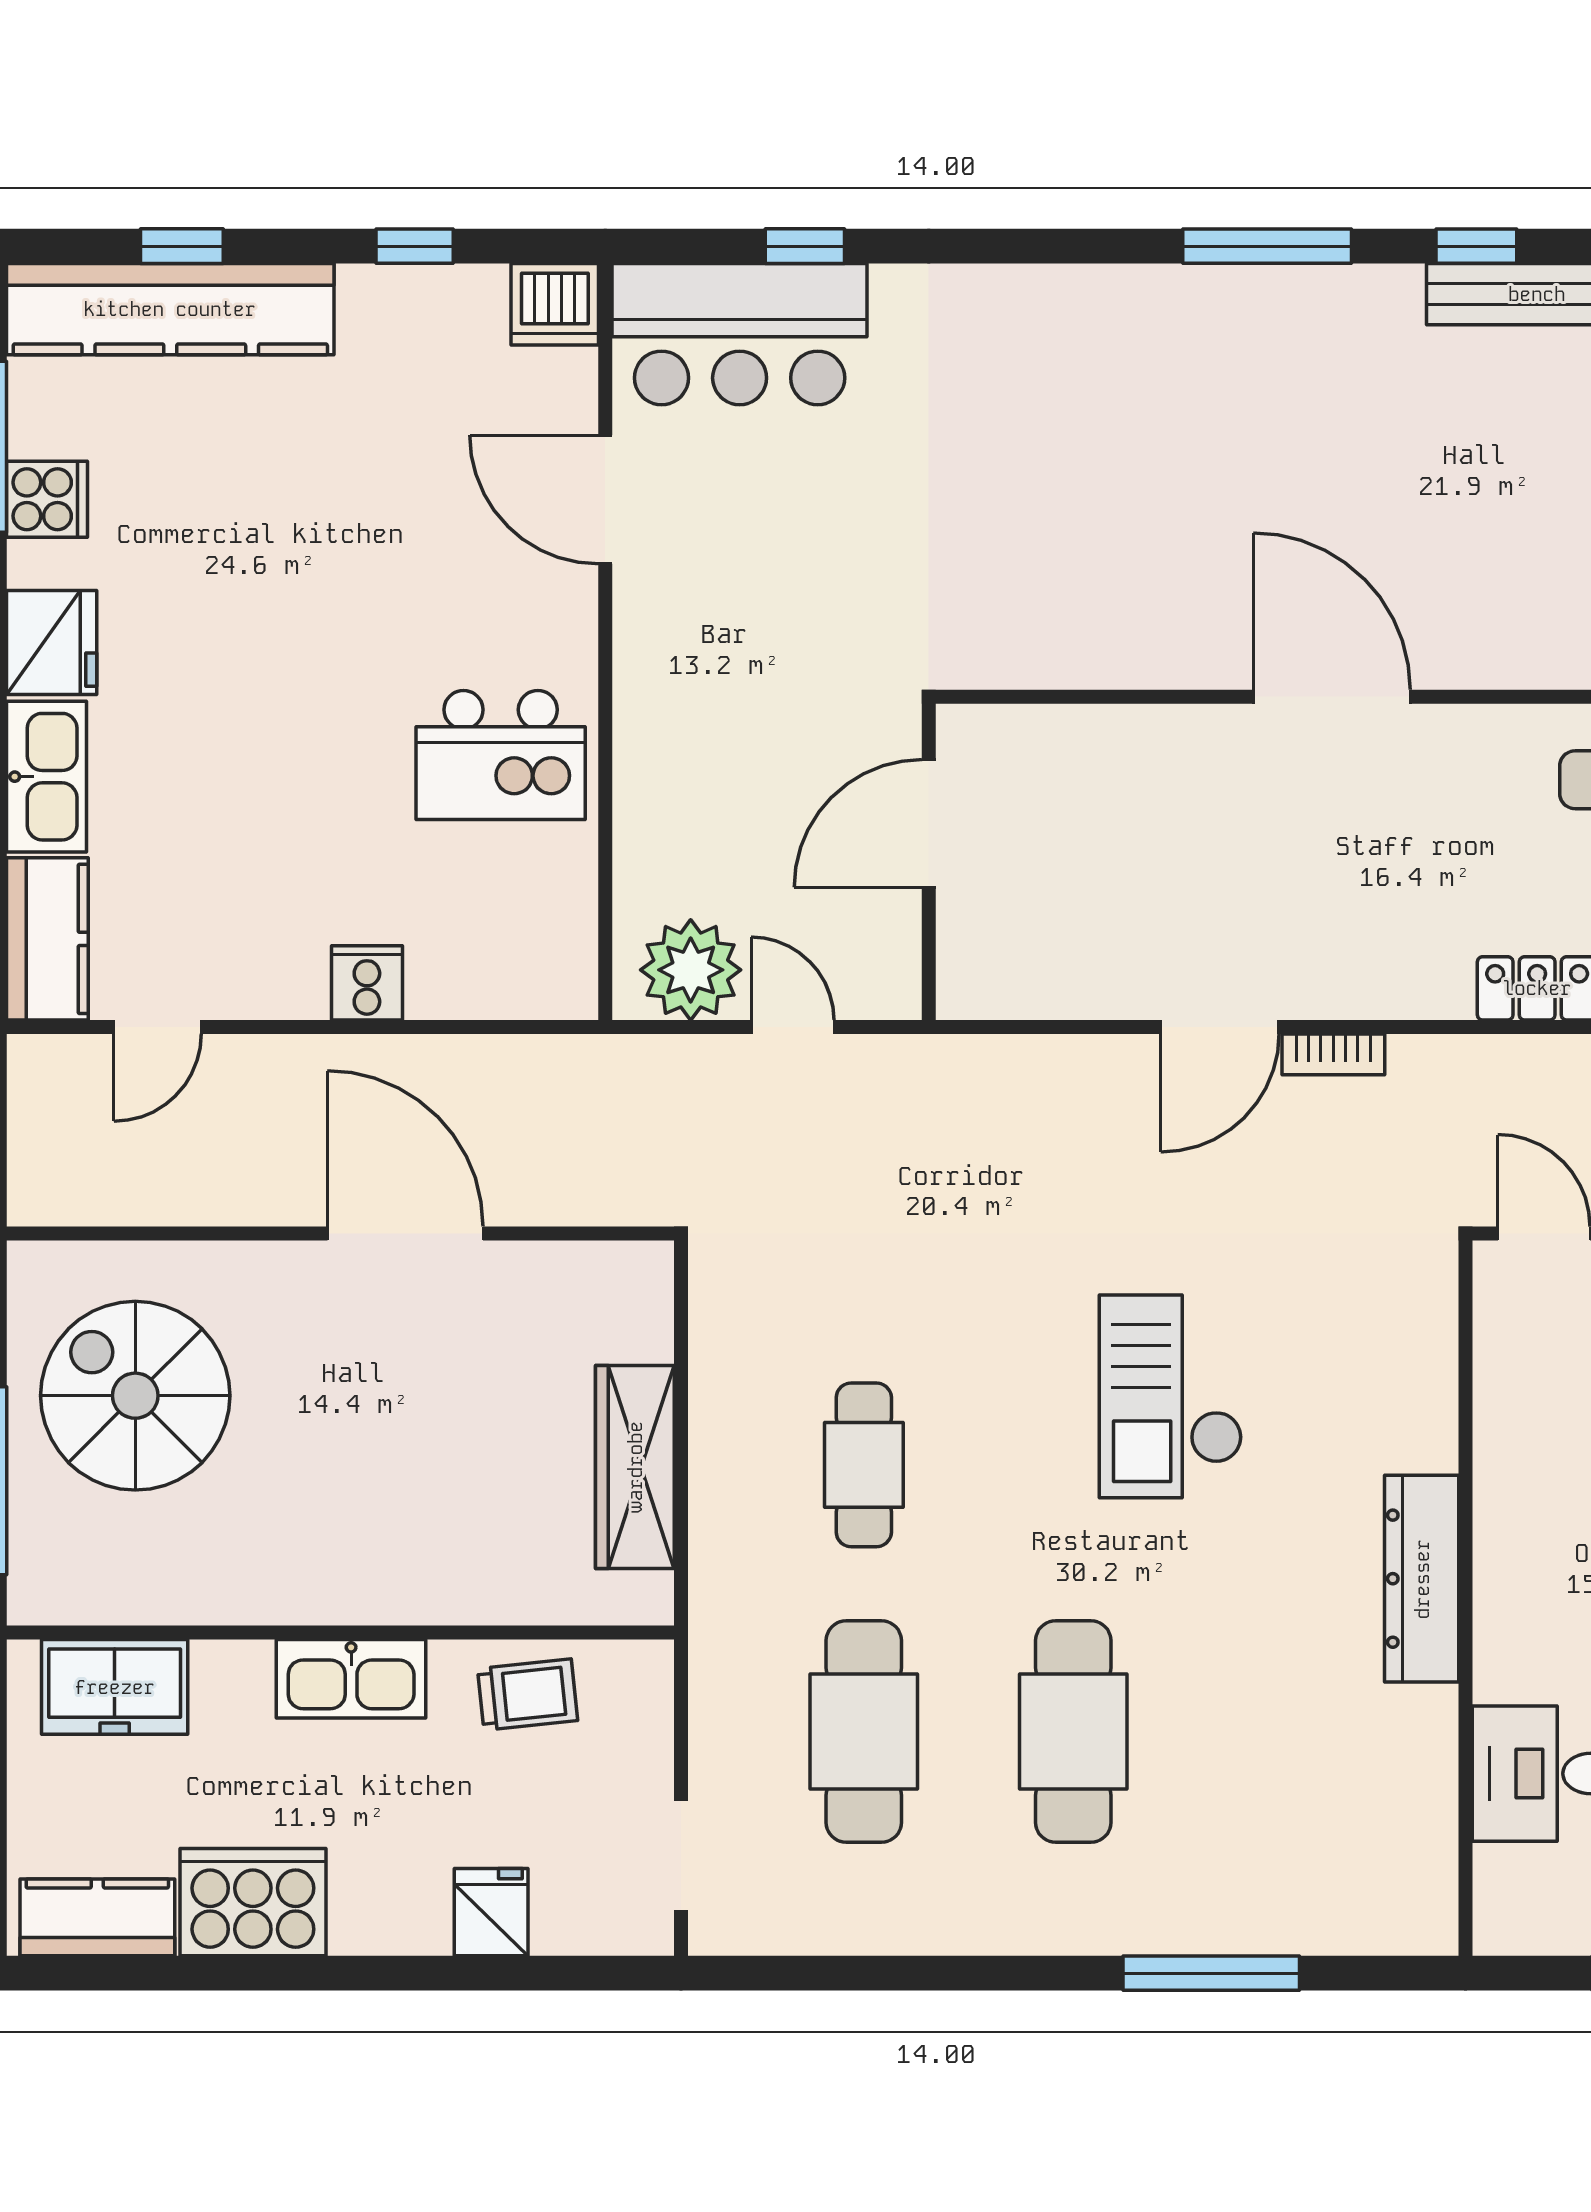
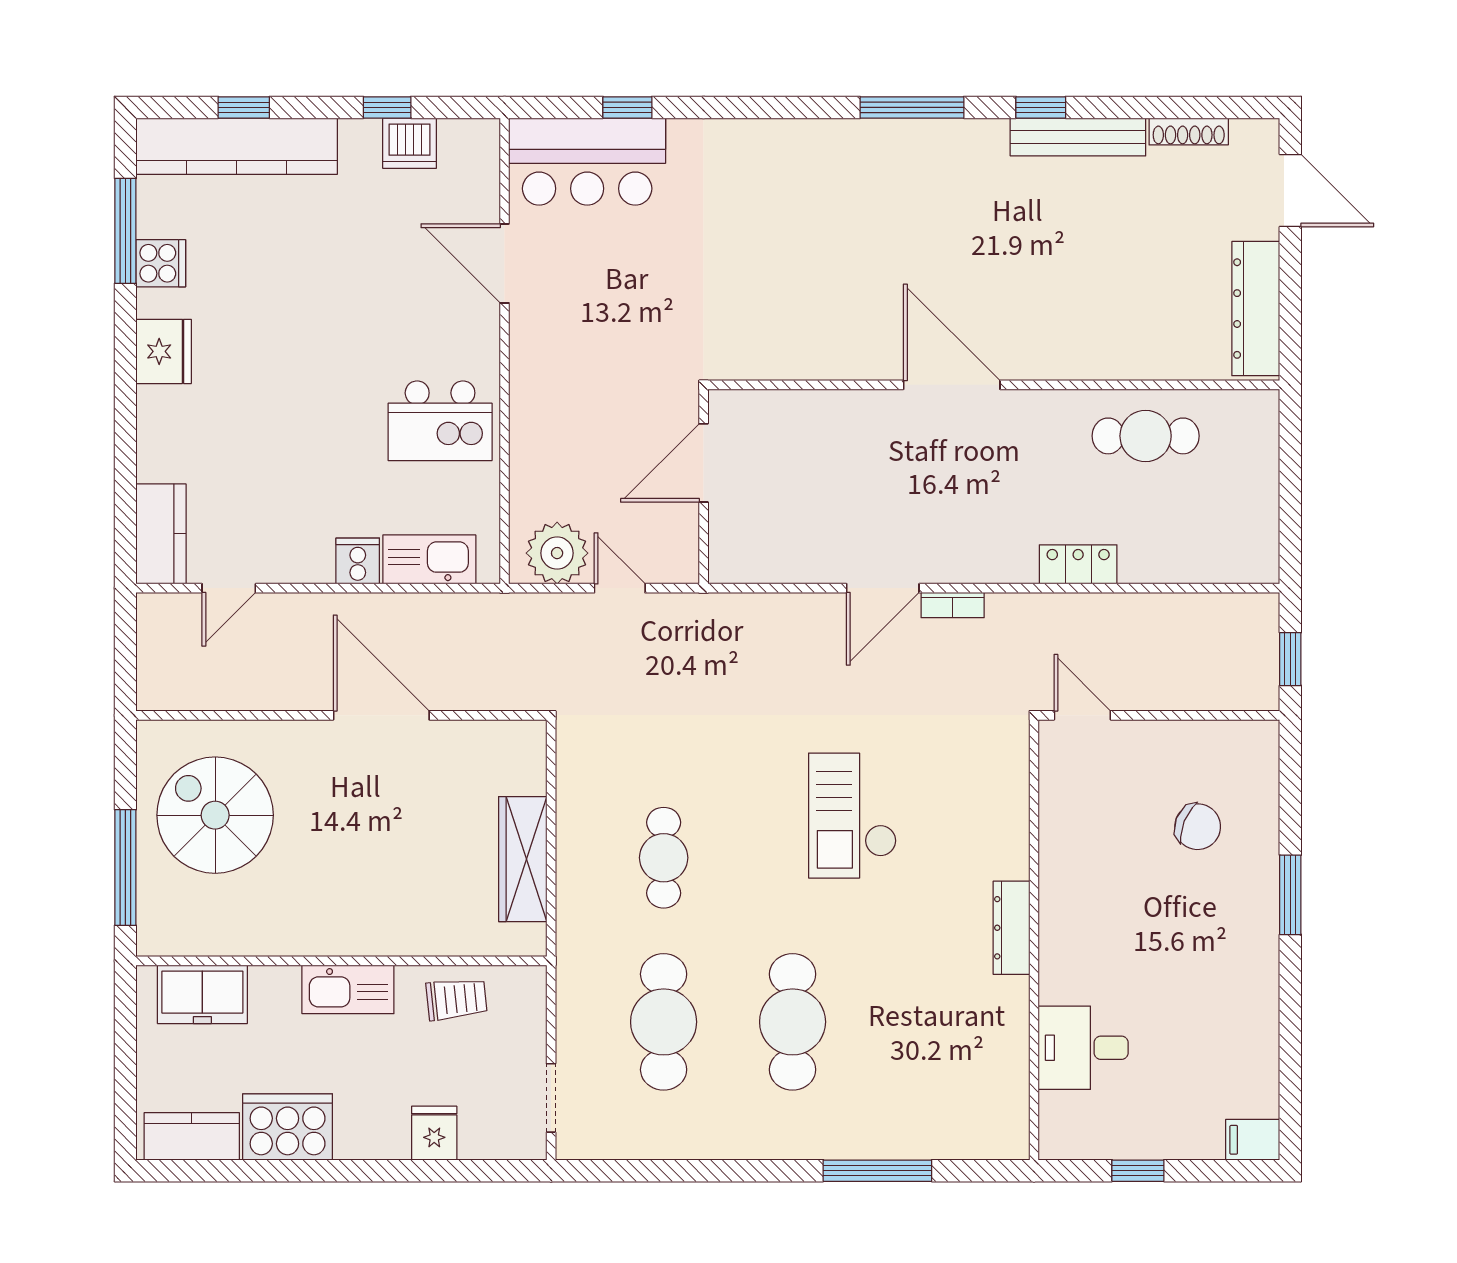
dishwasher: (555, 304) -> (410, 143), moved
kitchen sink: (47, 777) -> (429, 559), moved, turned -90
dresser: (1422, 1579) -> (1011, 928), width x0.73, depth x0.80

